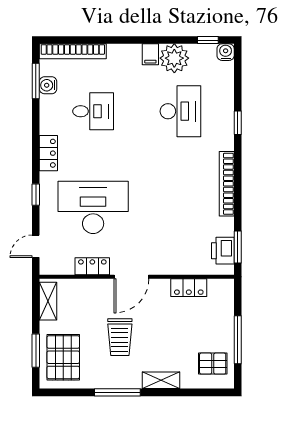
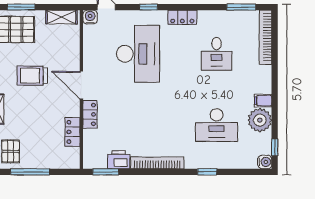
water cooler: (48, 85) -> (90, 17), moved
printer: (223, 251) -> (119, 160), moved
locker: (92, 266) -> (90, 114), moved

